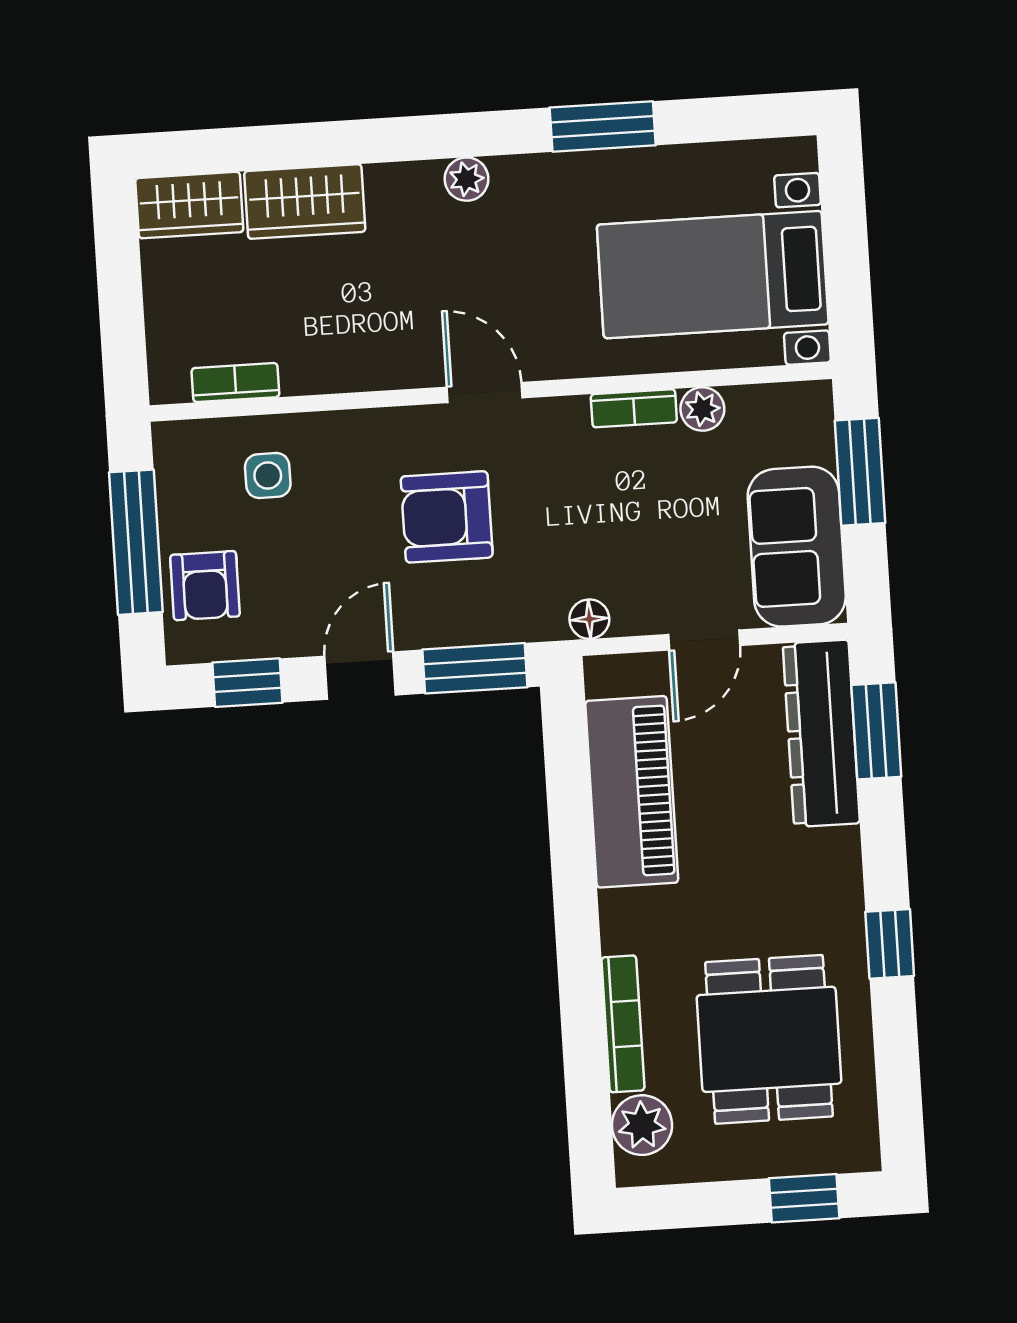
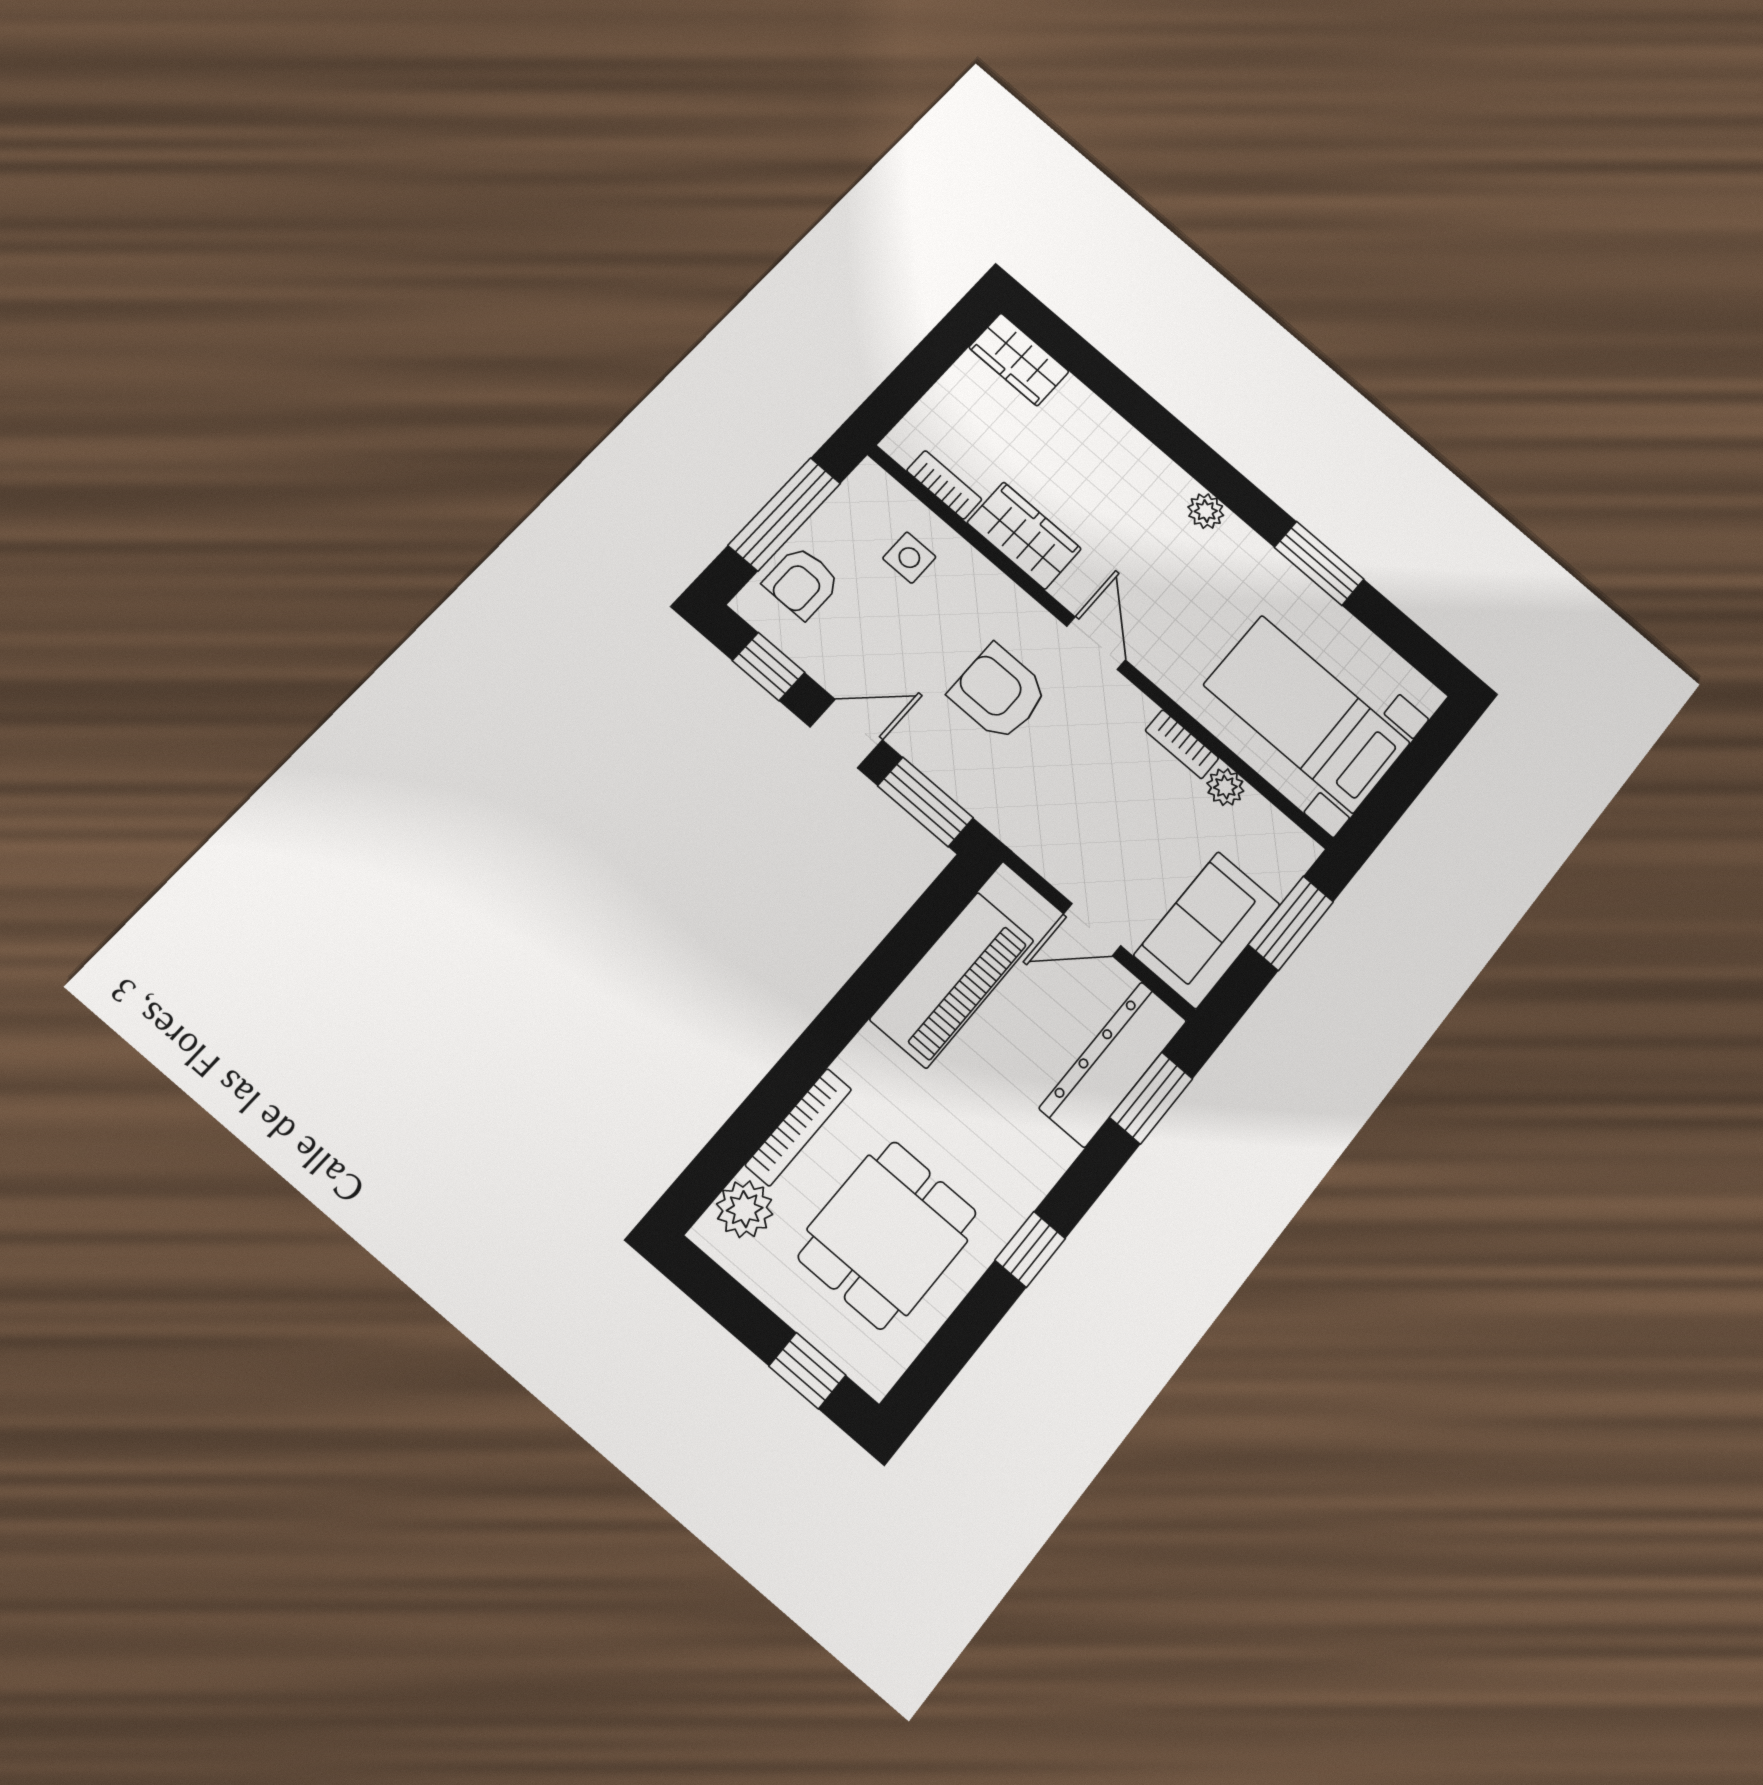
wardrobe: (305, 201) -> (1024, 536), moved, turned 180
floor lamp: (589, 619) -> (1030, 844), removed

